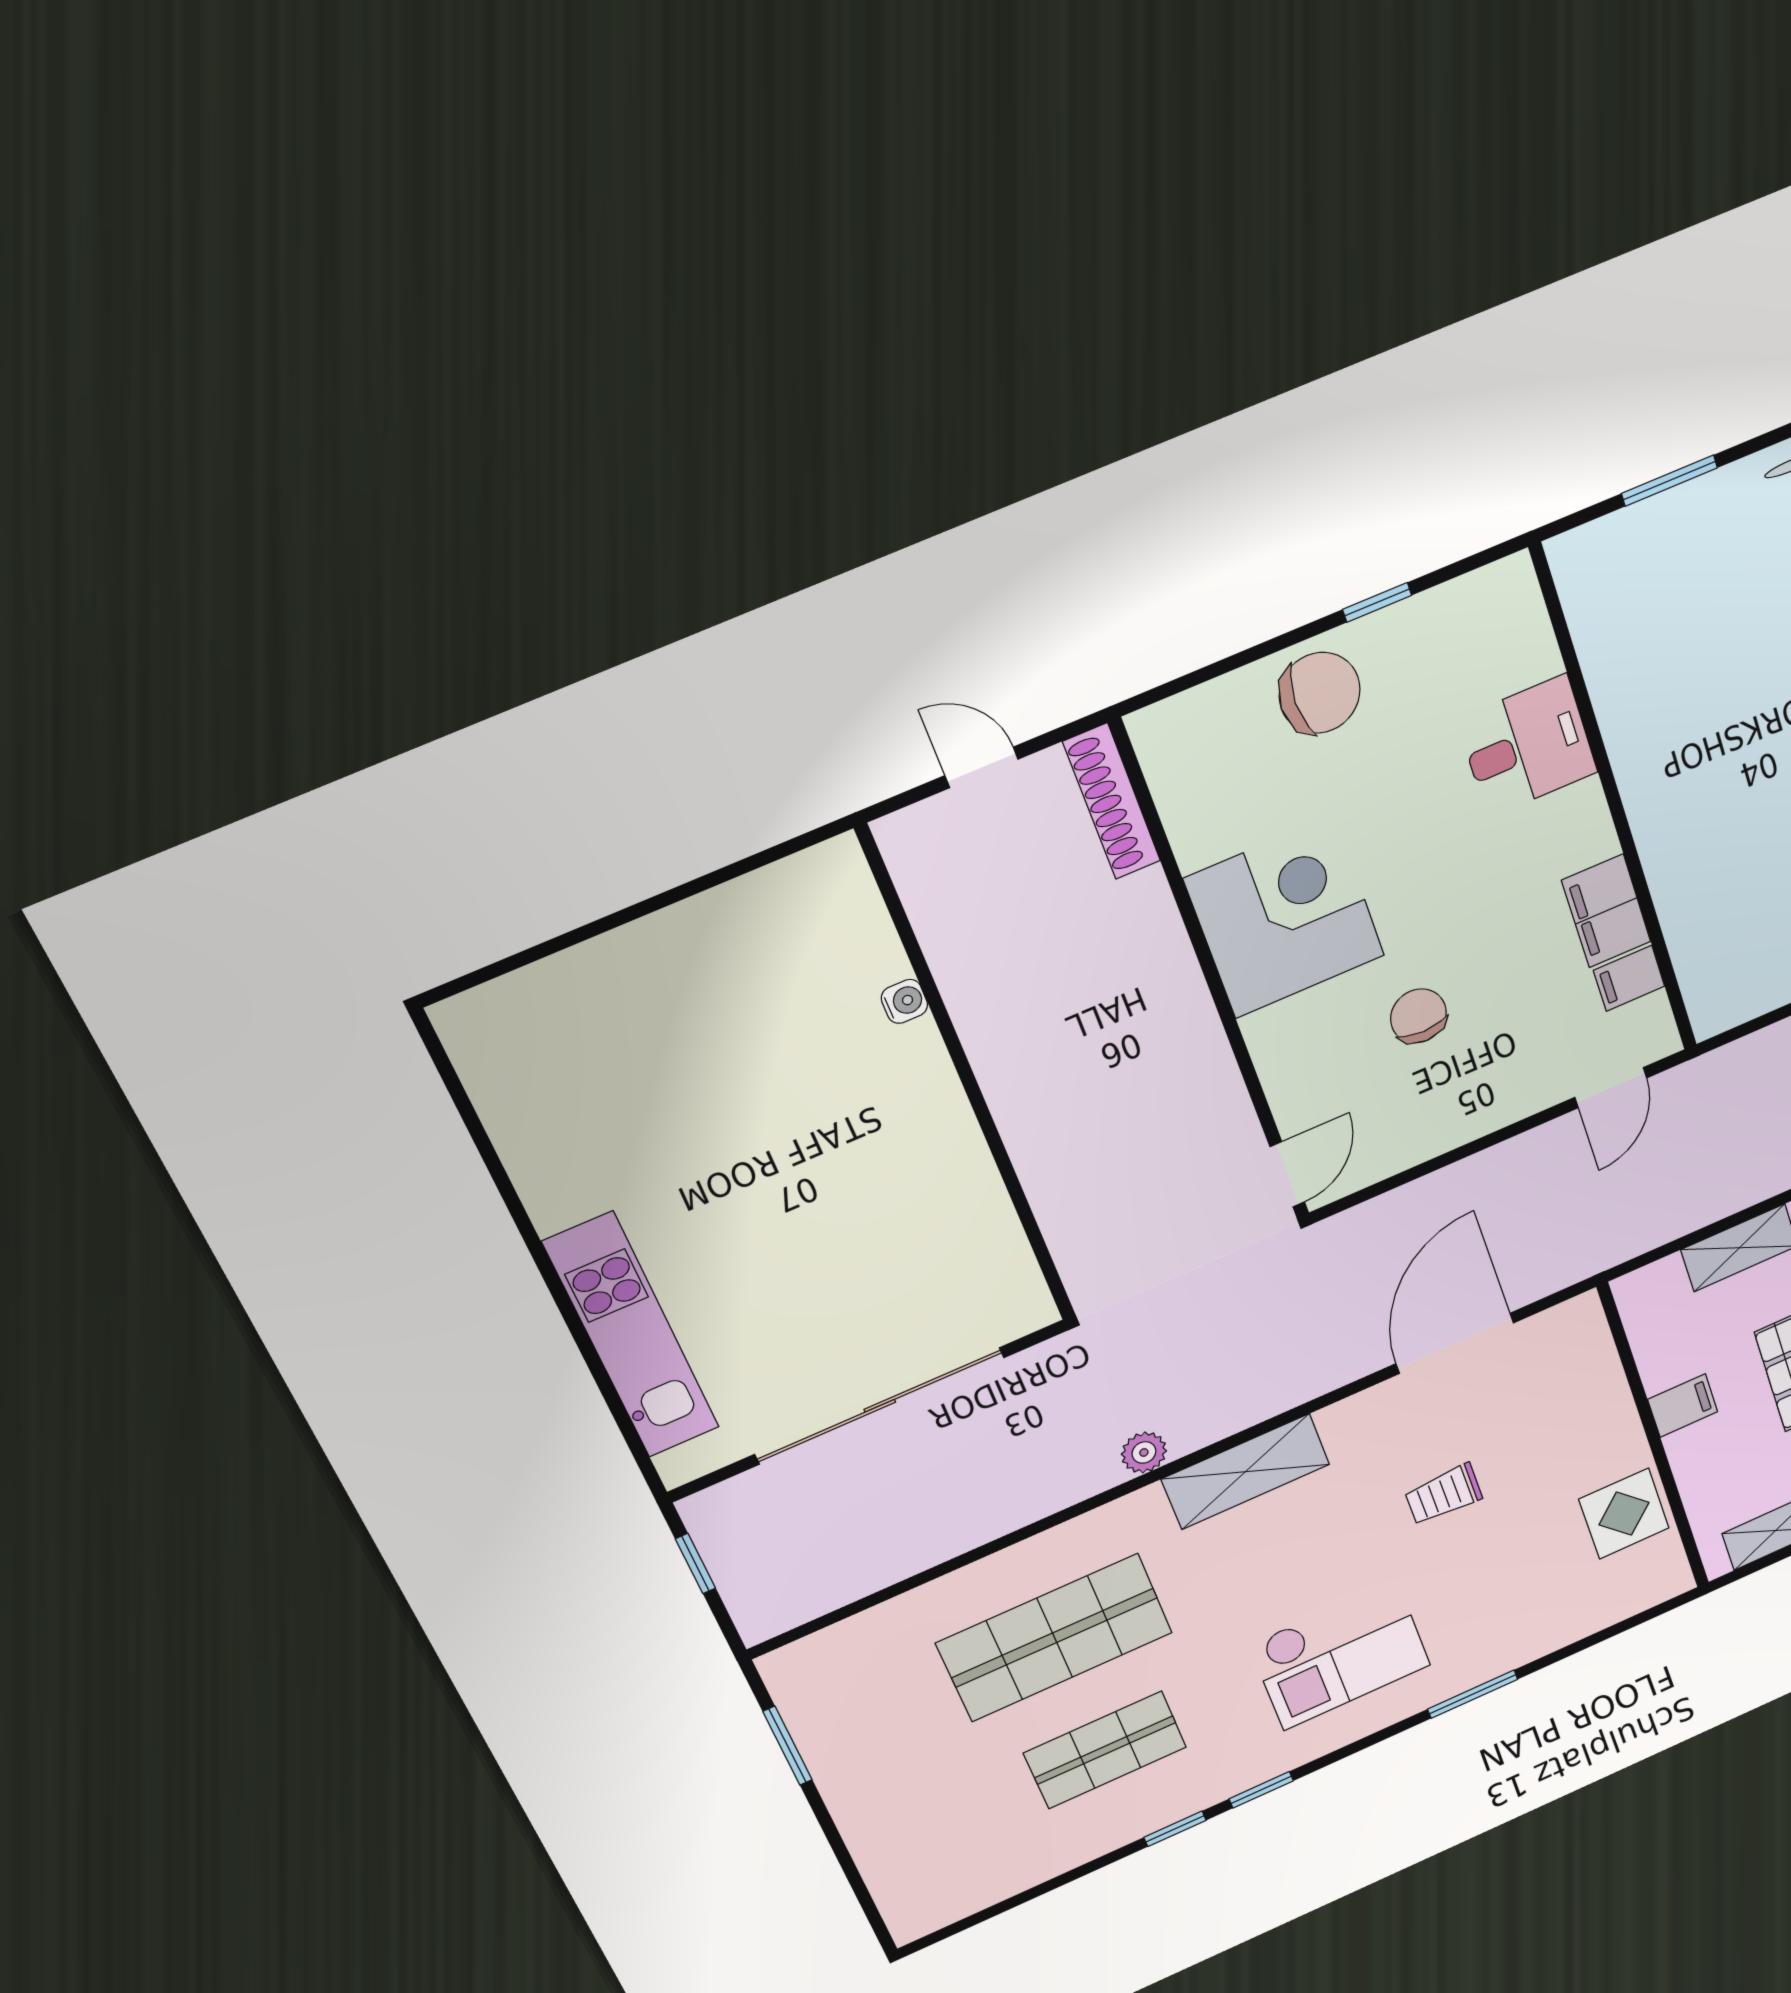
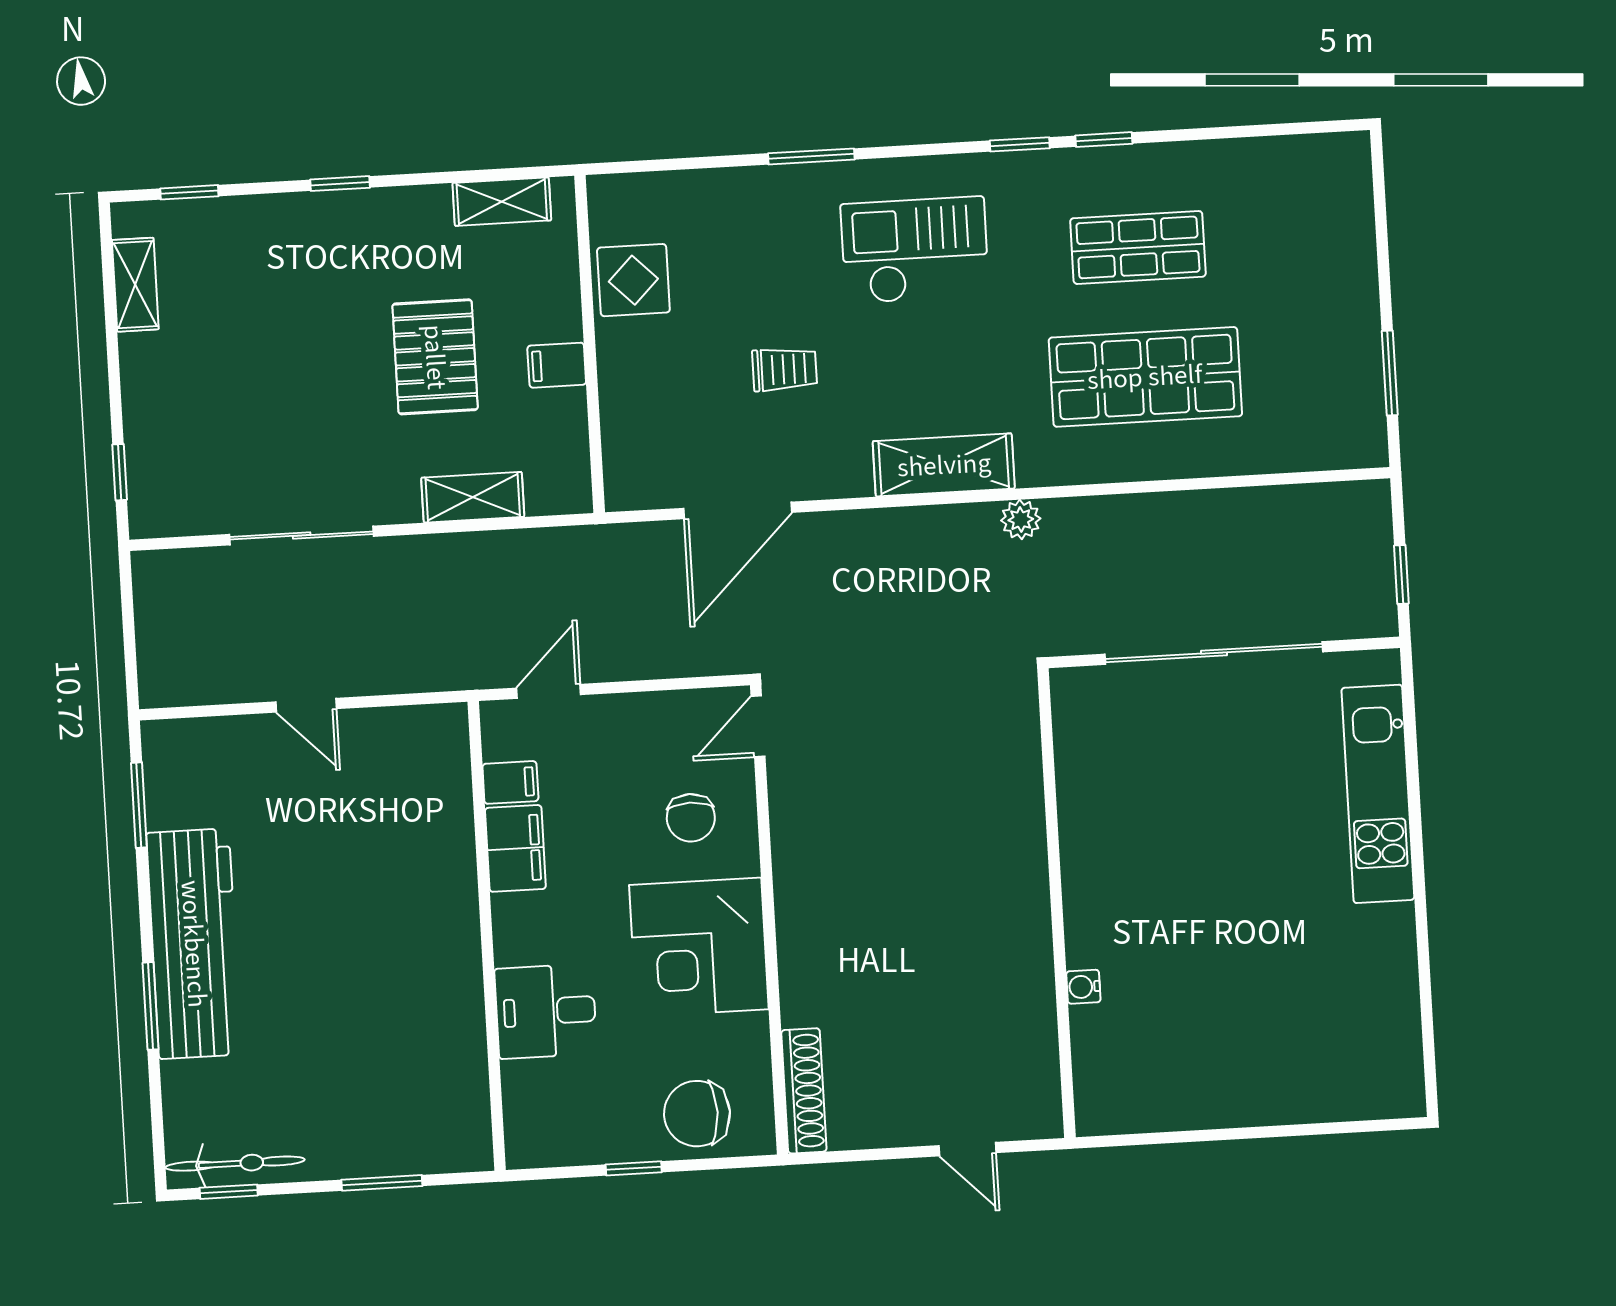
shoe rack: (1112, 802) -> (804, 1091), moved
corner desk: (1285, 917) -> (699, 947), moved
wall: (1212, 977) -> (769, 920), moved
door: (1287, 1174) -> (758, 726), moved

